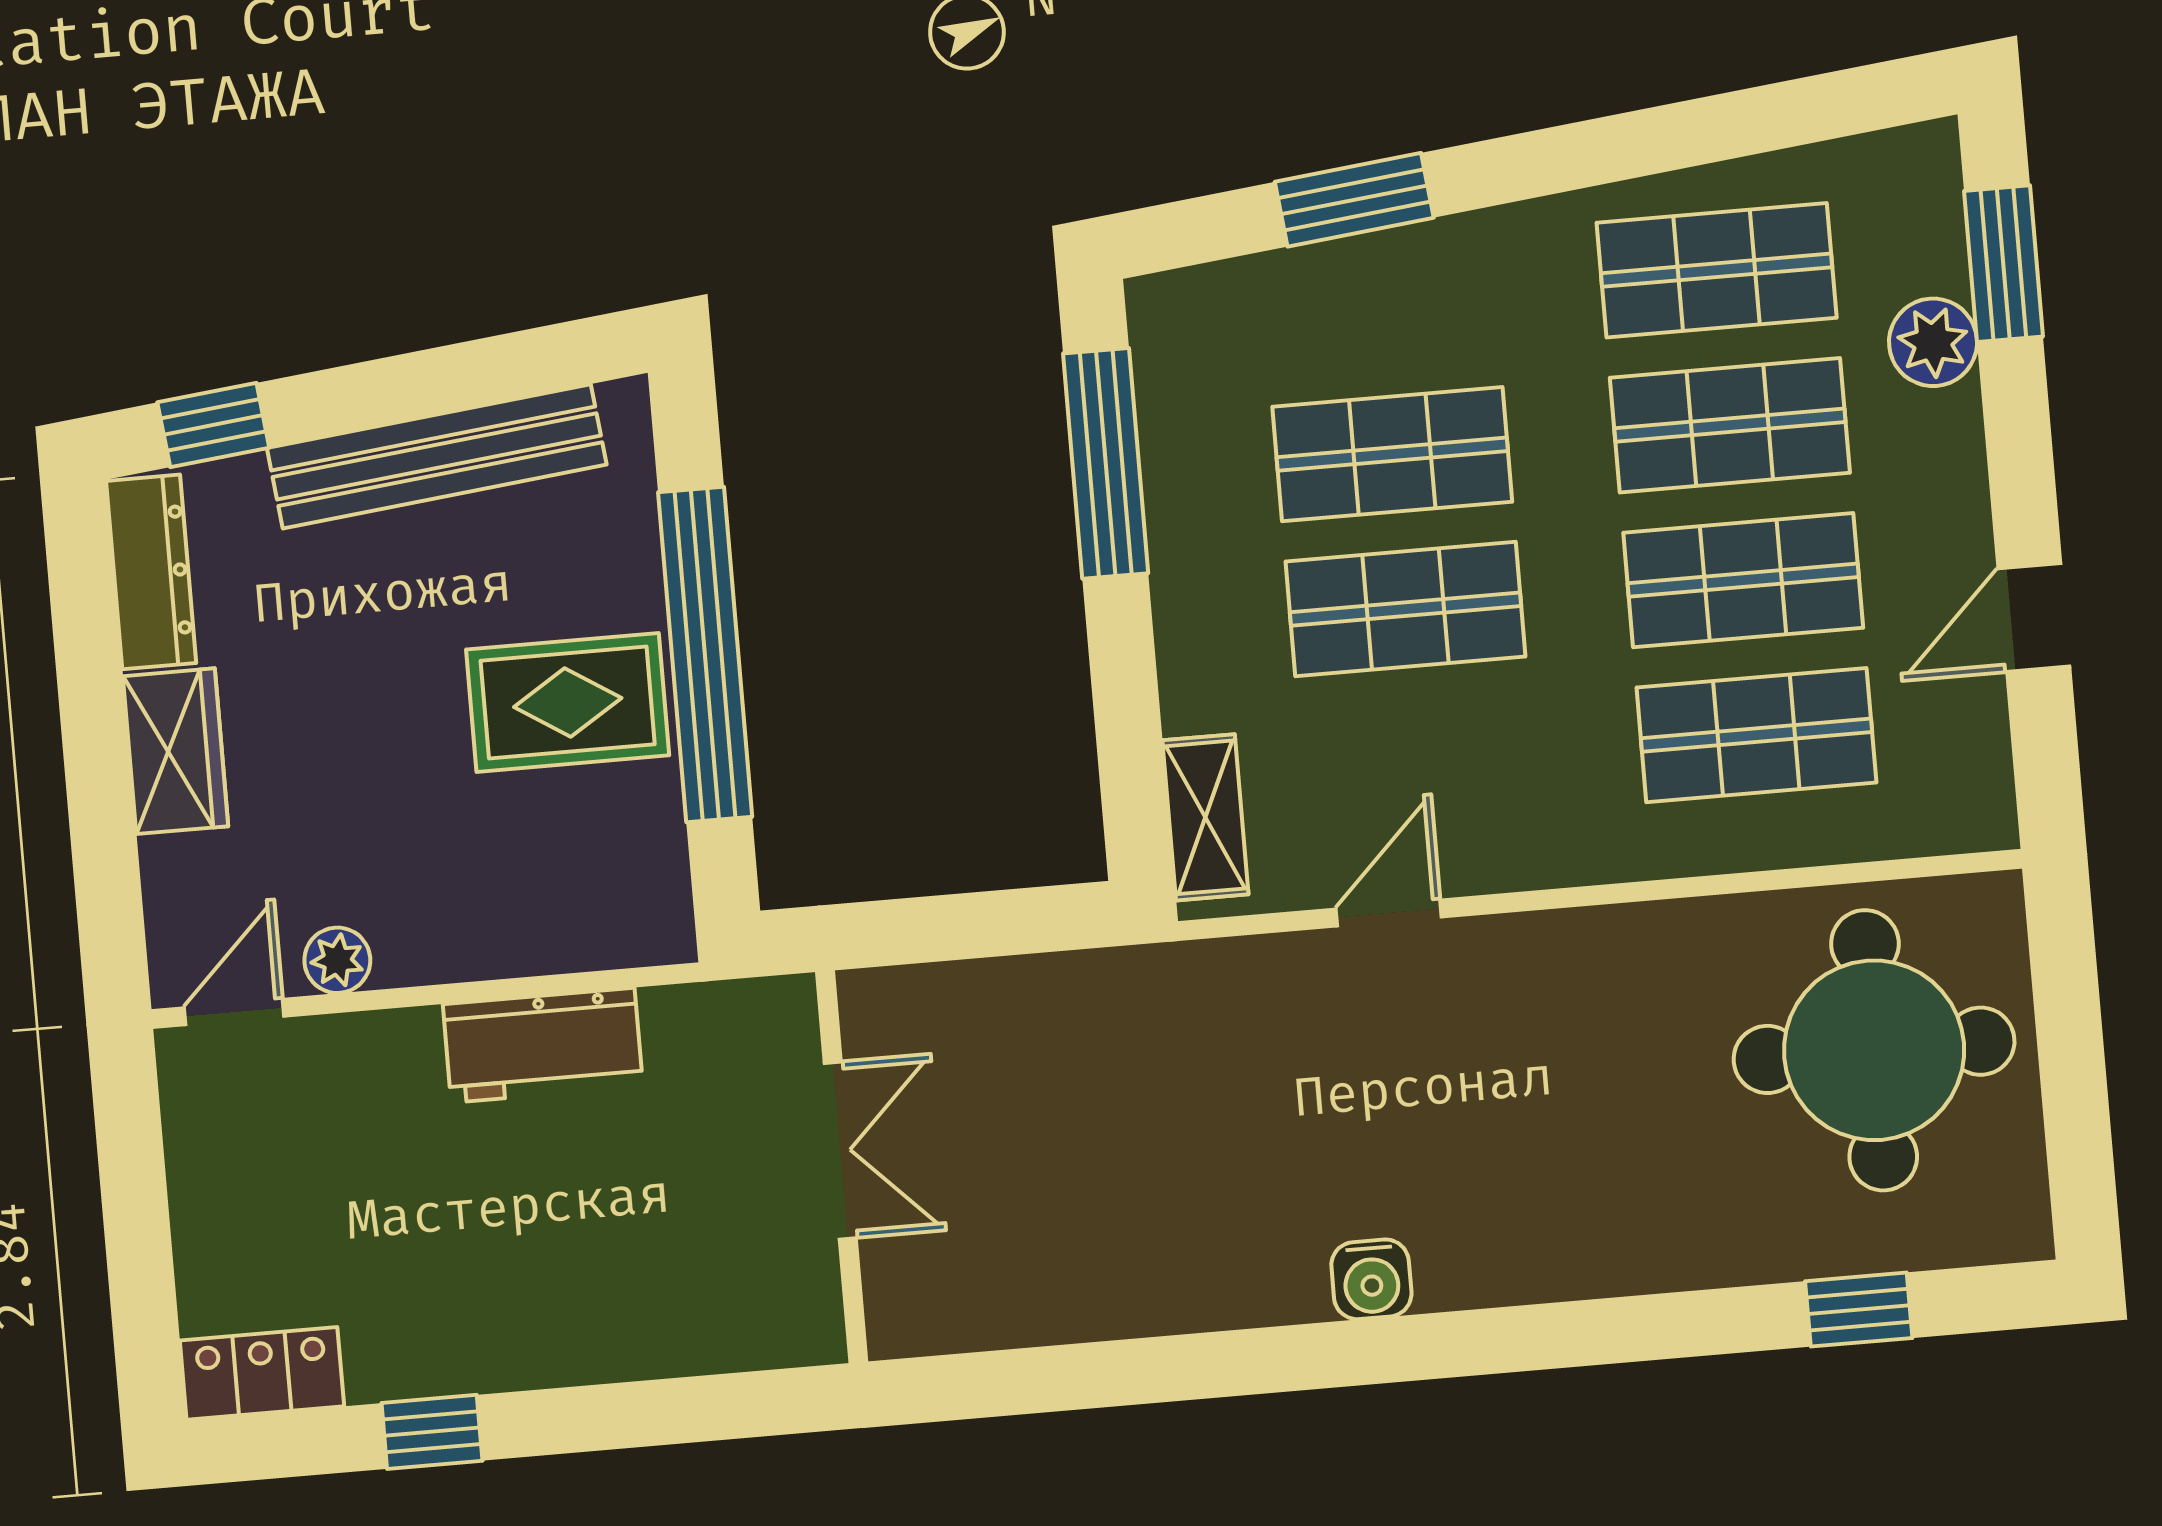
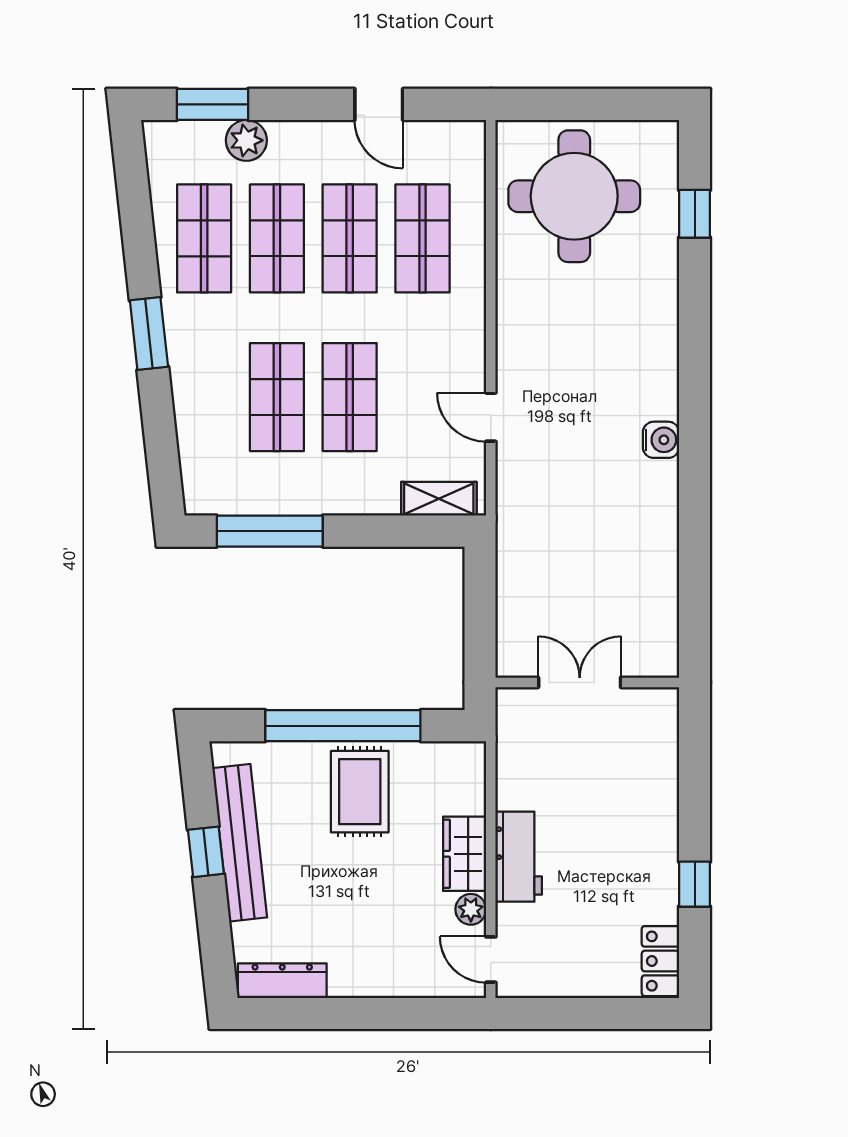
window: (1354, 200) -> (149, 333), moved
window: (213, 425) -> (206, 852), moved
wardrobe: (176, 751) -> (465, 854), moved, turned -90
workbench: (543, 1045) -> (519, 857), moved

